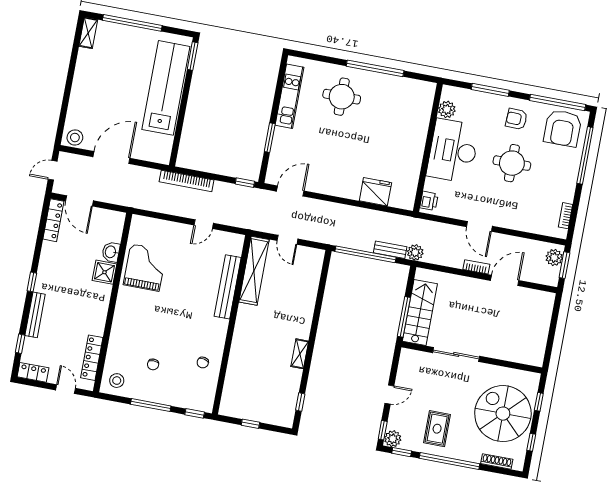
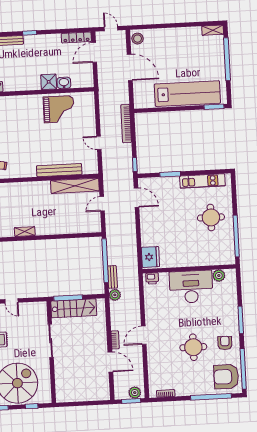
plant: (447, 109) -> (219, 276), moved
wall: (428, 148) -> (189, 269), moved
desk: (453, 151) -> (191, 287), moved
printer: (429, 201) -> (152, 278), moved

